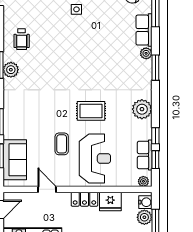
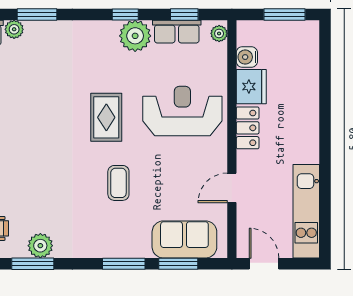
plant: (142, 109) -> (135, 36), moved
window: (155, 136) -> (125, 14), moved
coffee table: (62, 144) -> (118, 183), moved, turned 90
water cooler: (145, 202) -> (247, 57), moved, turned -90
plant: (144, 217) -> (276, 32), removed

